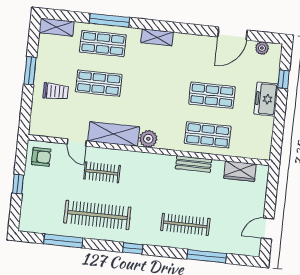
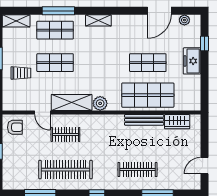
shop shelf: (208, 135) -> (148, 95), width x1.43, depth x1.36
bench: (194, 164) -> (144, 120), width x1.36

